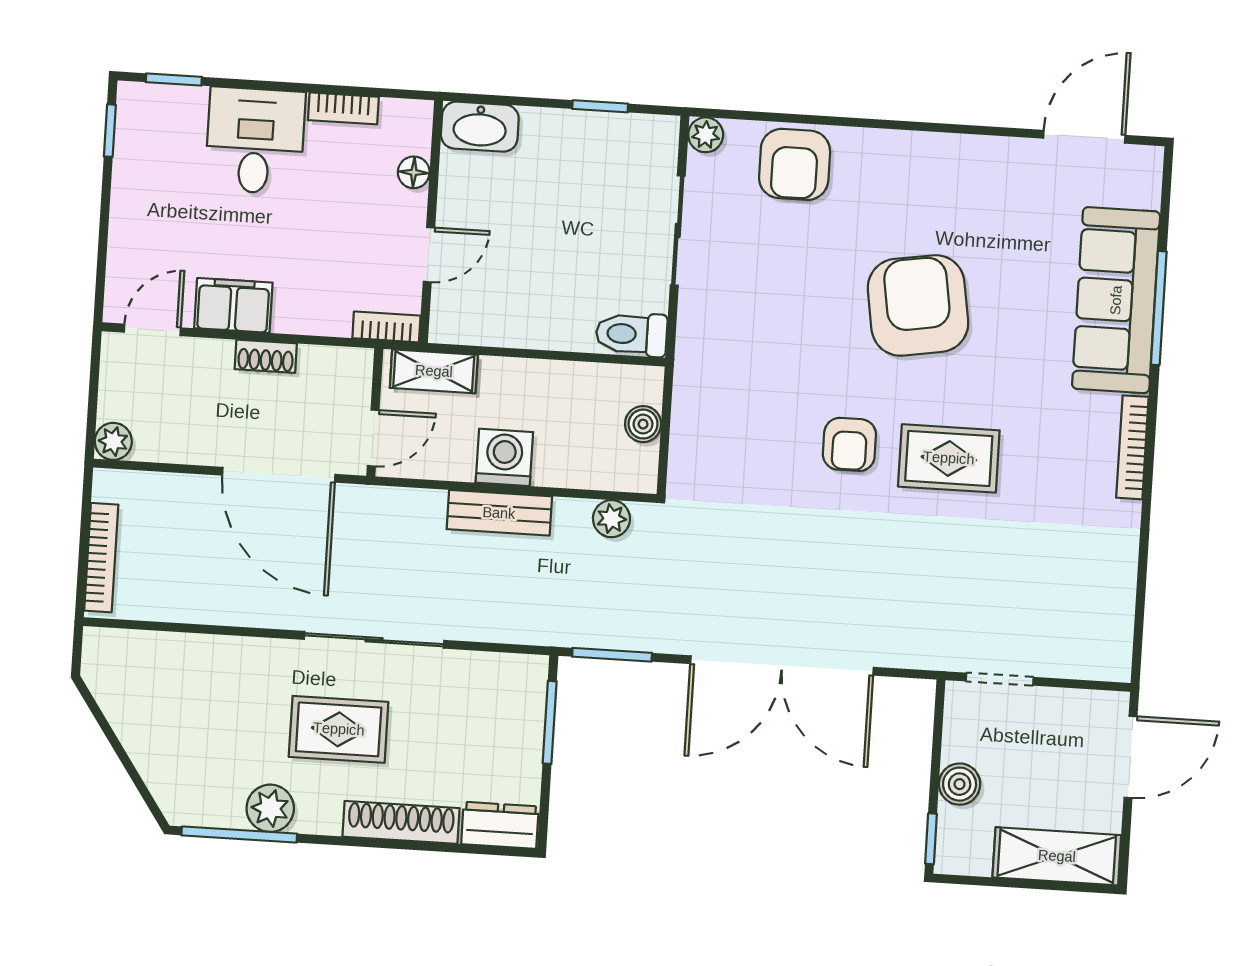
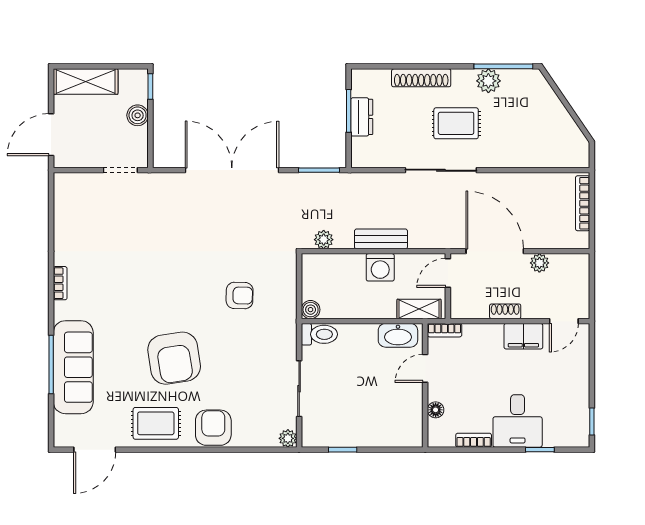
window: (174, 79) -> (540, 450), moved
washbasin: (480, 127) -> (398, 335), moved, turned 180
armchair: (795, 164) -> (213, 428), moved
boiler: (643, 424) -> (311, 310), moved
plant: (113, 441) -> (539, 263), moved
armchair: (849, 444) -> (240, 295), moved, turned 91
bookcase: (1132, 447) -> (60, 283), width x0.64
rug: (949, 458) -> (156, 423), moved
window: (550, 722) -> (349, 111), moved
dresser: (500, 825) -> (362, 117), moved, turned -90

